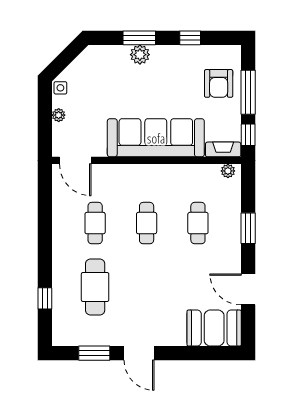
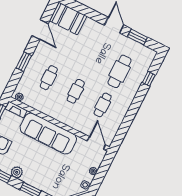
plant: (140, 55) -> (17, 172), moved

